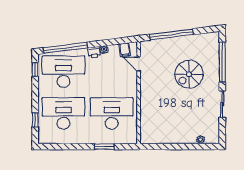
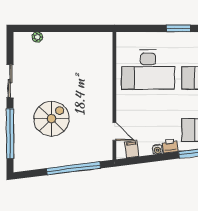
window: (104, 147) -> (178, 28), moved

